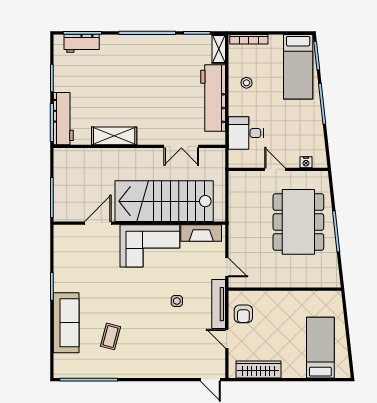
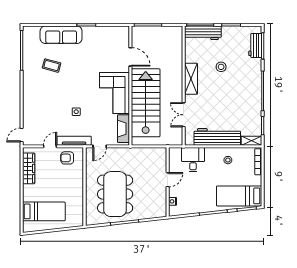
stool: (112, 93) -> (221, 67), added
shelving: (114, 136) -> (191, 79), moved
dining table: (298, 222) -> (115, 194), moved, turned 90

